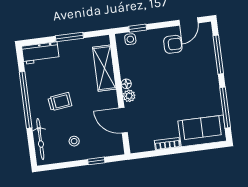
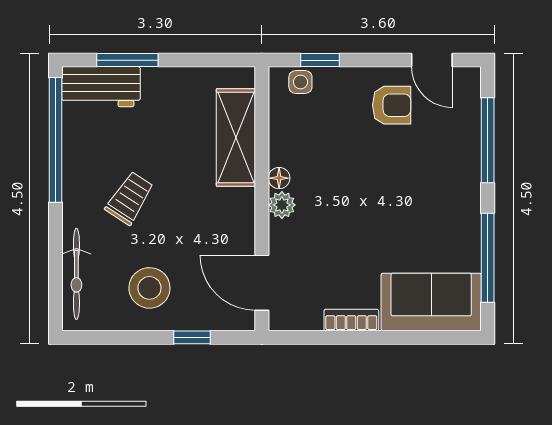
door: (188, 22) -> (432, 60), hinge flipped
window: (69, 37) -> (127, 60), moved
window: (26, 100) -> (55, 140), moved
trolley: (60, 102) -> (130, 198), turned -50
door: (123, 120) -> (262, 283), moved
stool: (74, 141) -> (149, 288), width x1.89, depth x1.89

